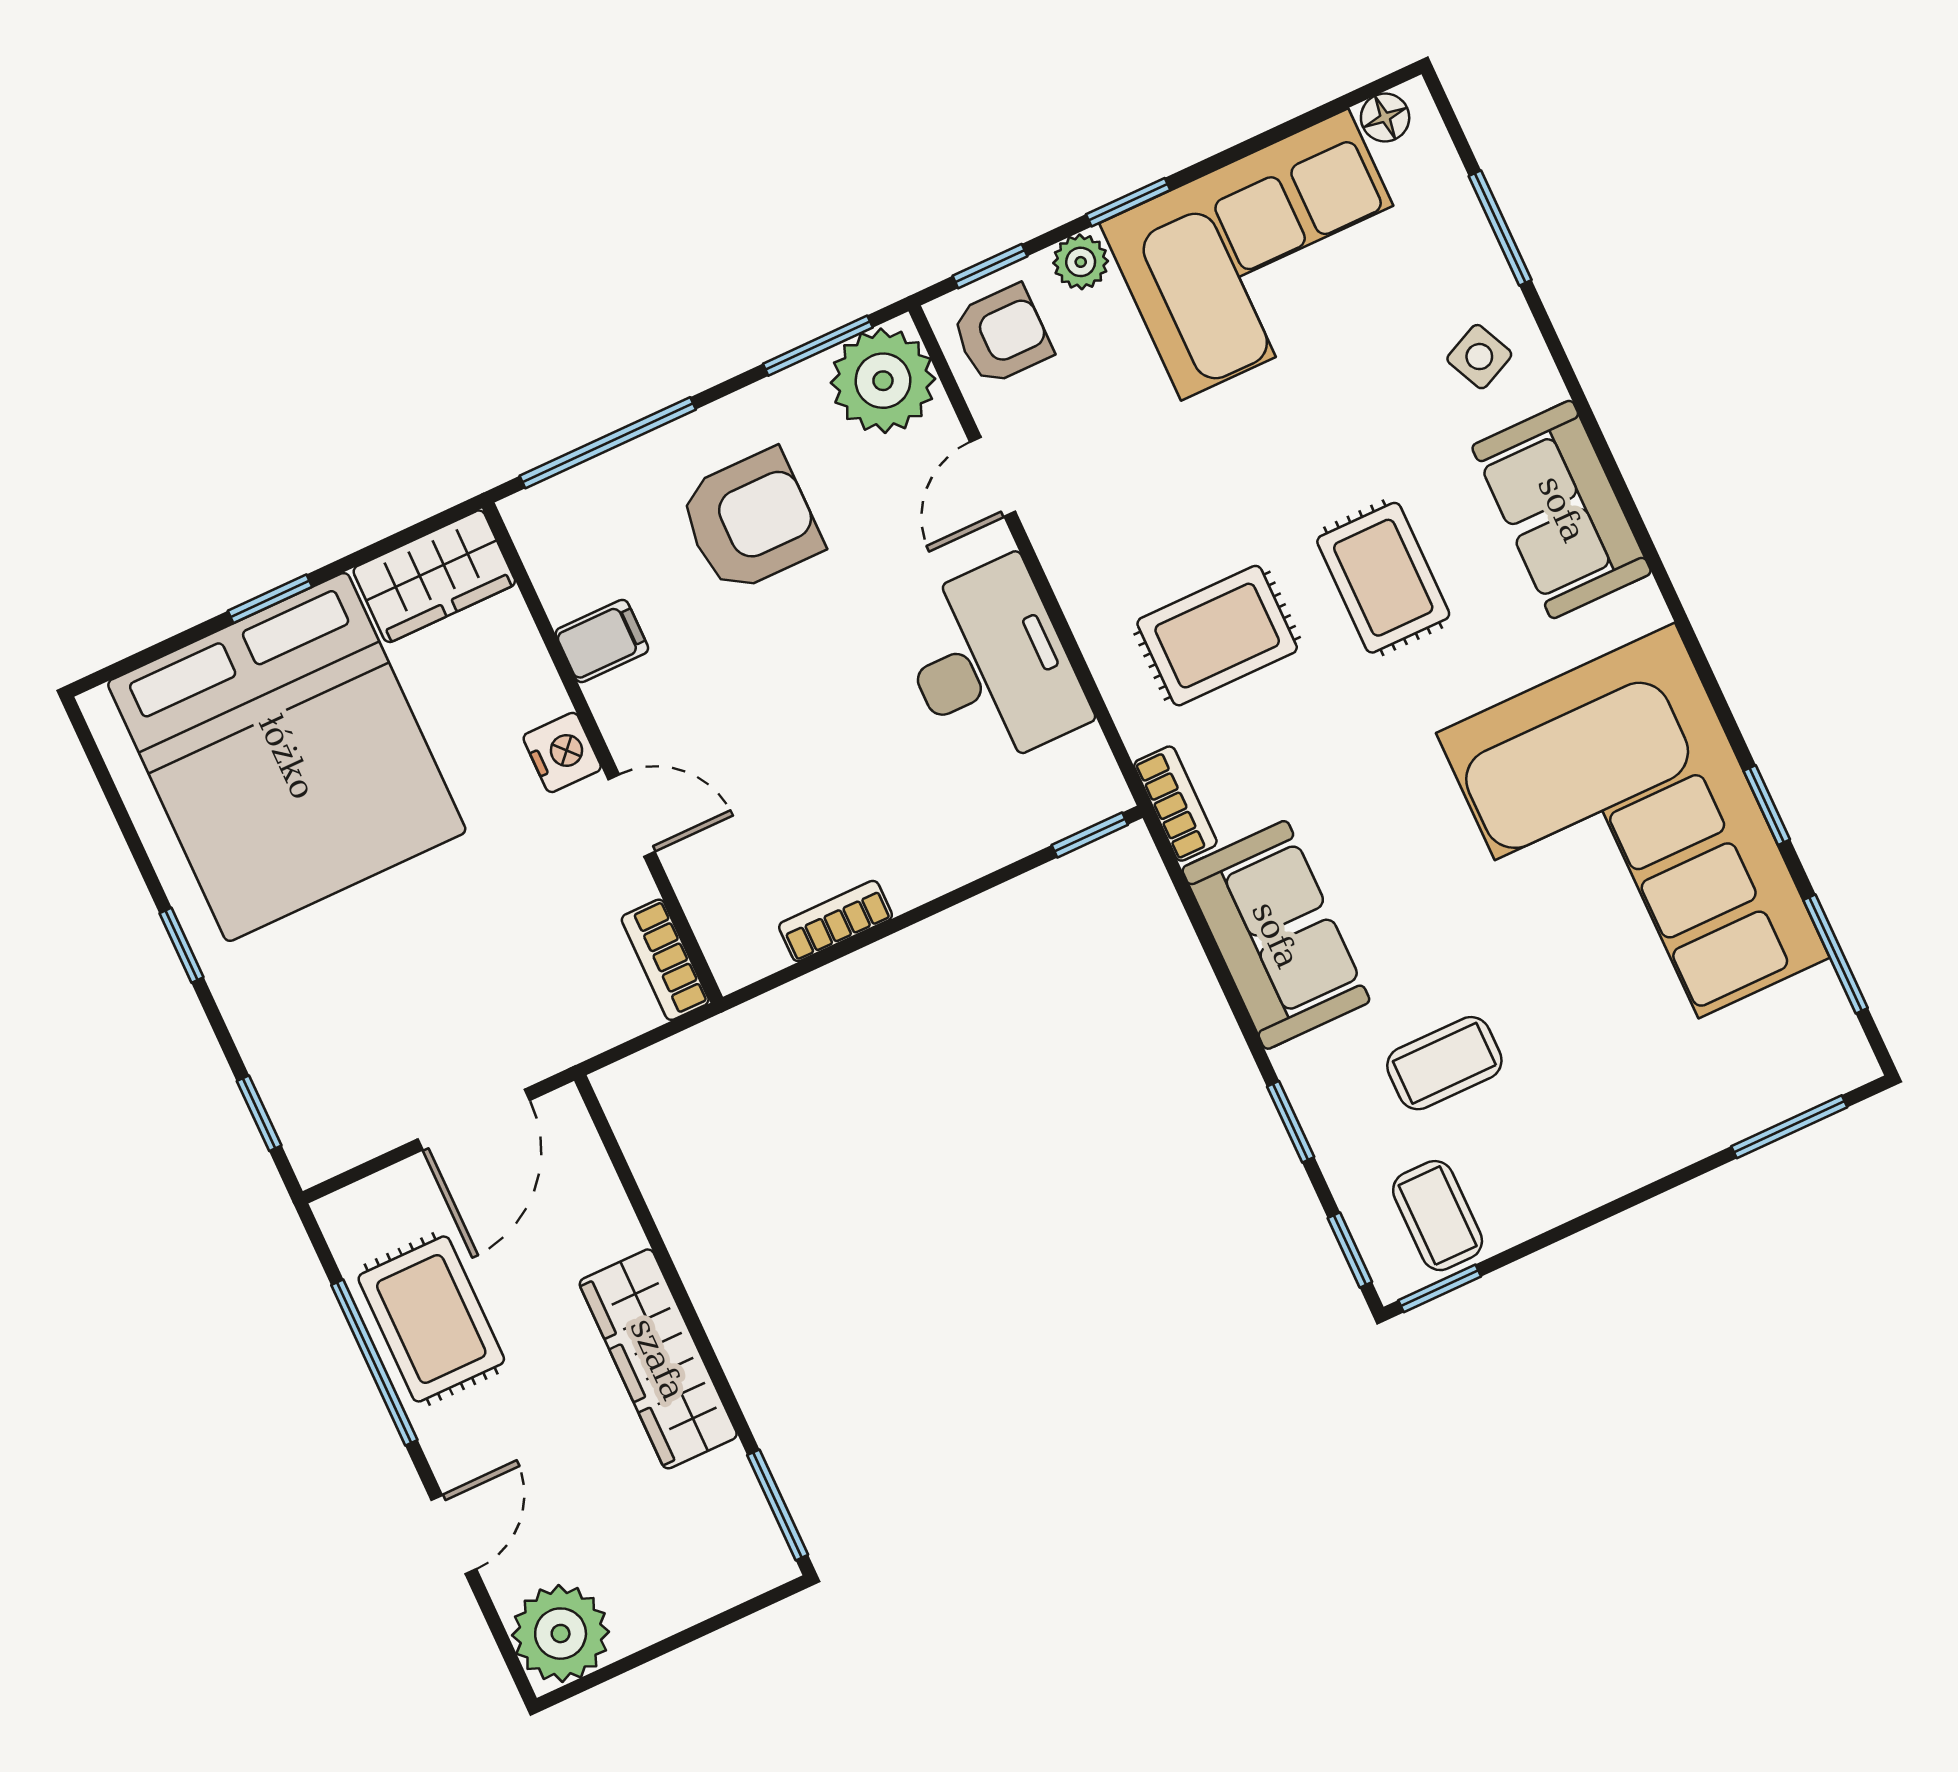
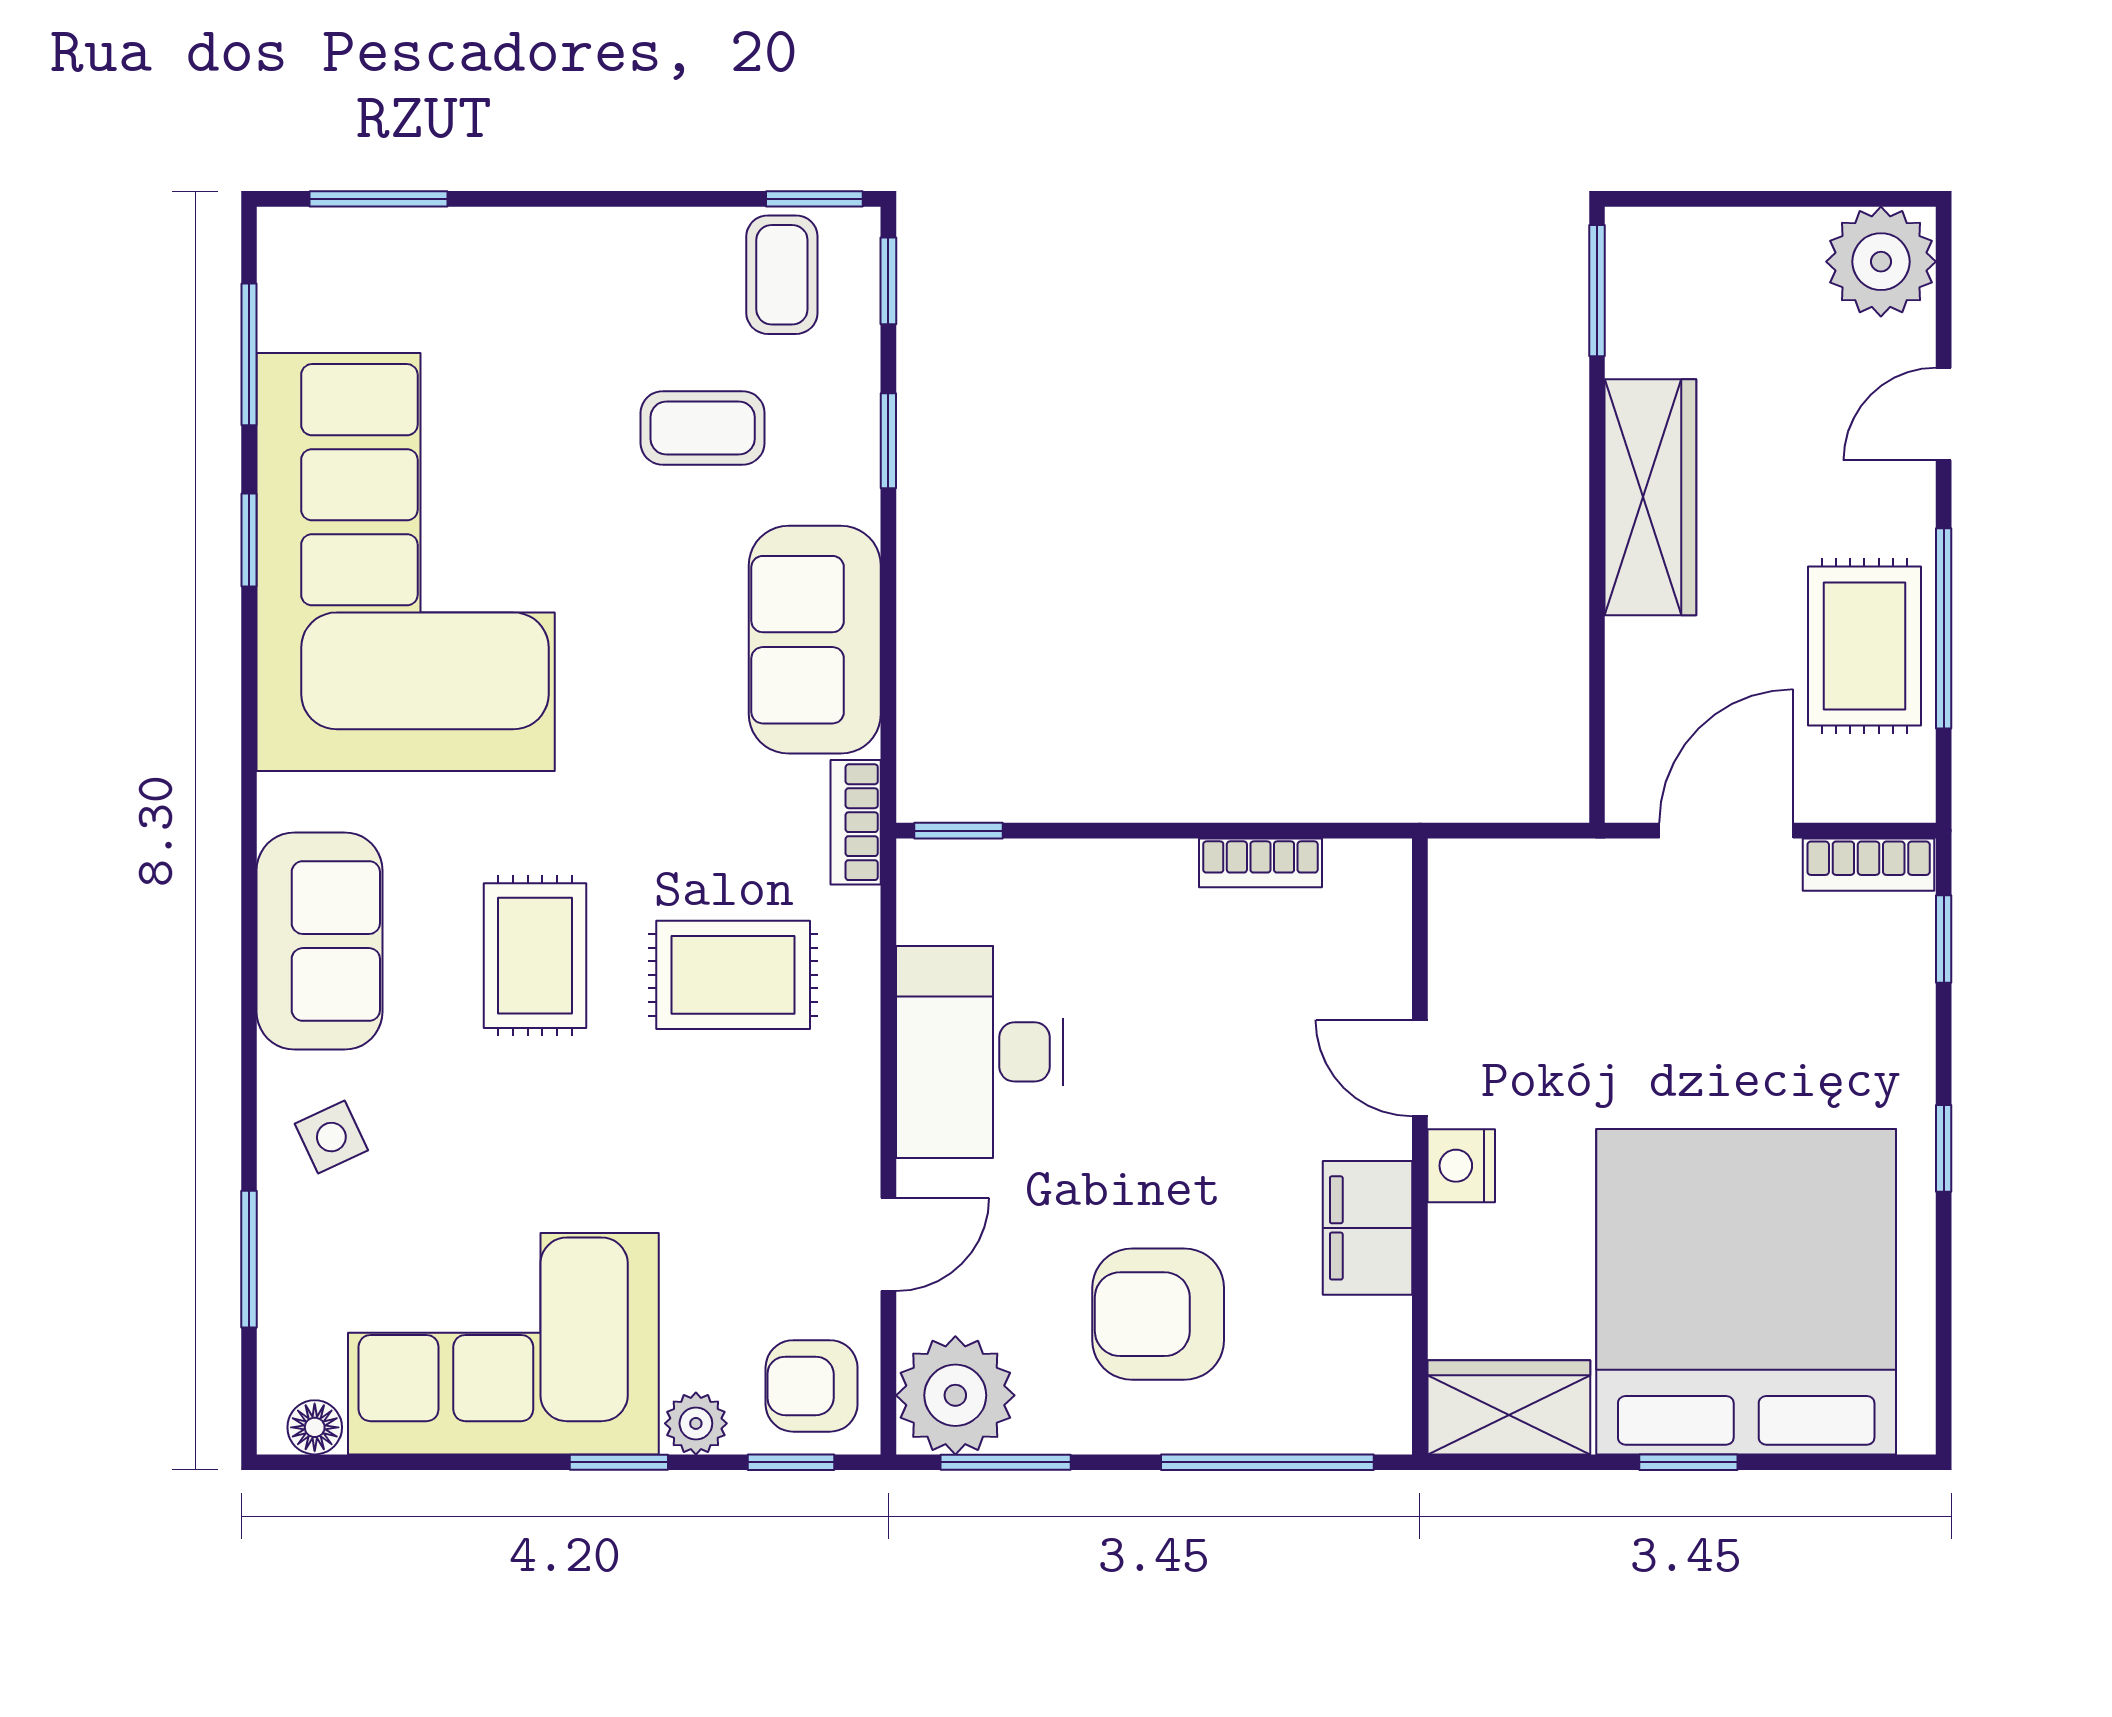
filing cabinet: (602, 641) -> (1368, 1228), width x2.00
bookcase: (665, 960) -> (1869, 865), moved, turned 90

